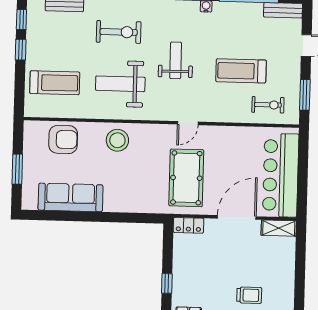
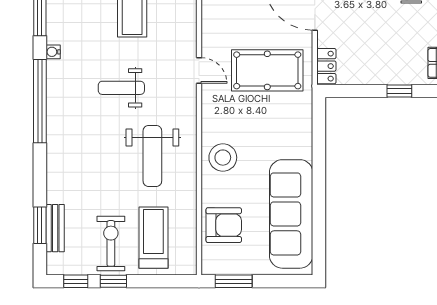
exercise bike: (119, 32) -> (111, 243), moved
armchair: (63, 139) -> (224, 225), turned 90
window: (17, 169) -> (234, 281), moved
sofa: (71, 197) -> (291, 214), width x1.36, depth x1.27

